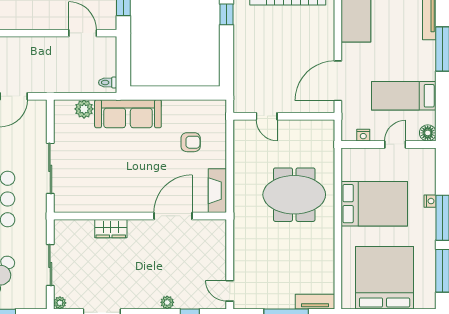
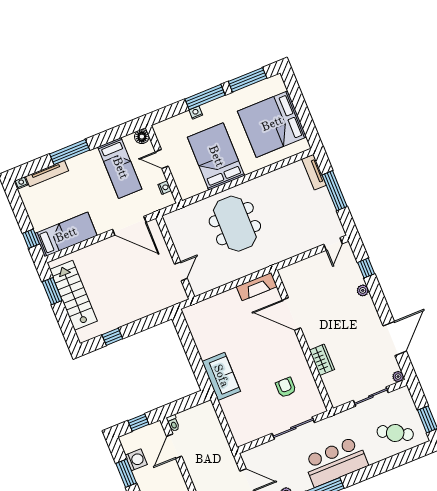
toilet: (108, 83) -> (173, 423), moved
plant: (84, 109) -> (235, 420), removed
sofa: (128, 114) -> (221, 376), width x0.73
armchair: (191, 142) -> (286, 387), moved

